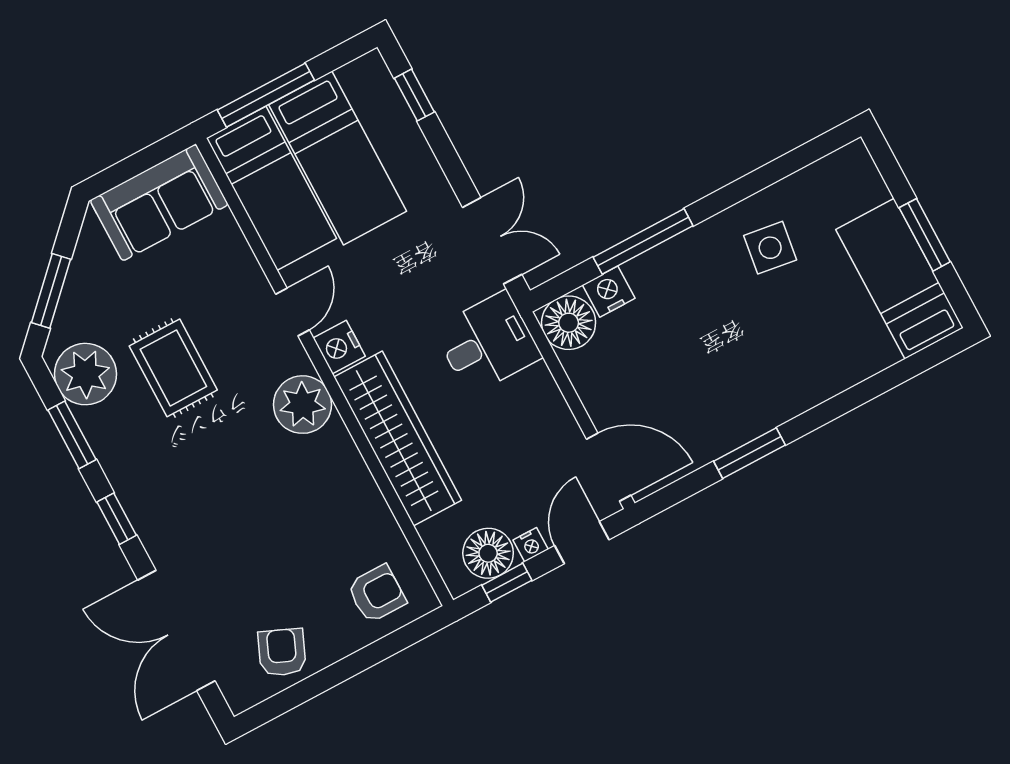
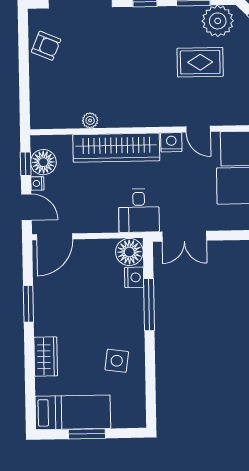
wardrobe: (826, 376) -> (46, 357), added
plant: (302, 405) -> (90, 120), moved, width x0.53, depth x0.53
armchair: (377, 594) -> (51, 102), removed

